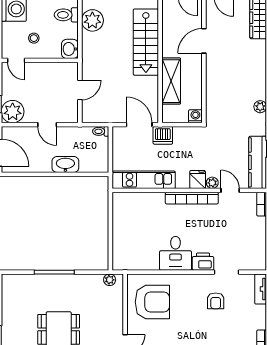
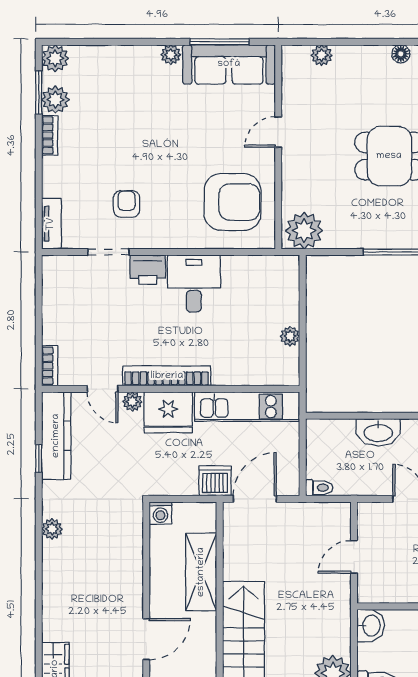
door: (139, 125) -> (255, 499), swing flipped
fridge: (198, 179) -> (168, 412), width x1.88, depth x1.34
plant: (118, 222) -> (290, 336), added
plant: (110, 280) -> (304, 231), width x1.88, depth x1.88
armchair: (152, 302) -> (232, 202), turned 180

